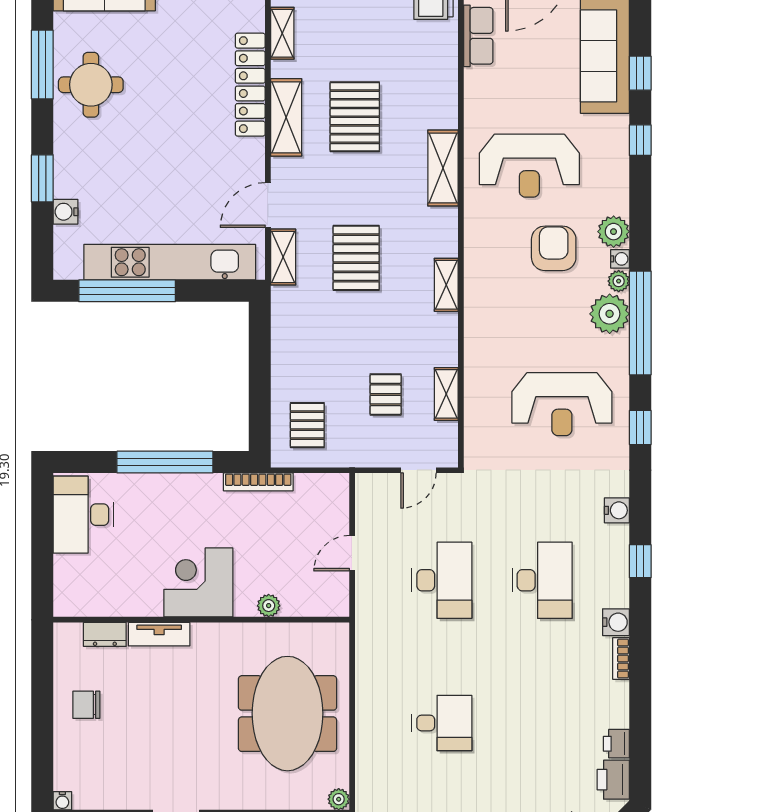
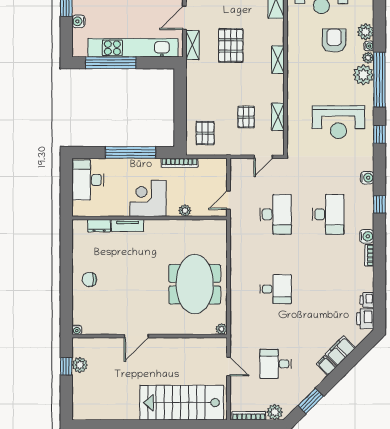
corner desk: (198, 582) -> (148, 198), moved
plant: (269, 606) -> (185, 211), moved
wall: (201, 620) -> (150, 218), moved
dresser: (105, 634) -> (99, 226), moved
tv unit: (159, 634) -> (127, 225), moved

